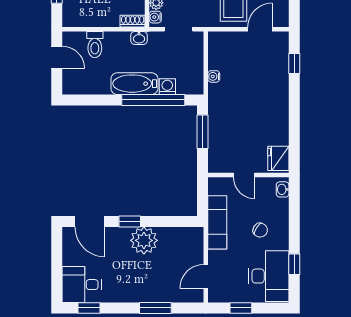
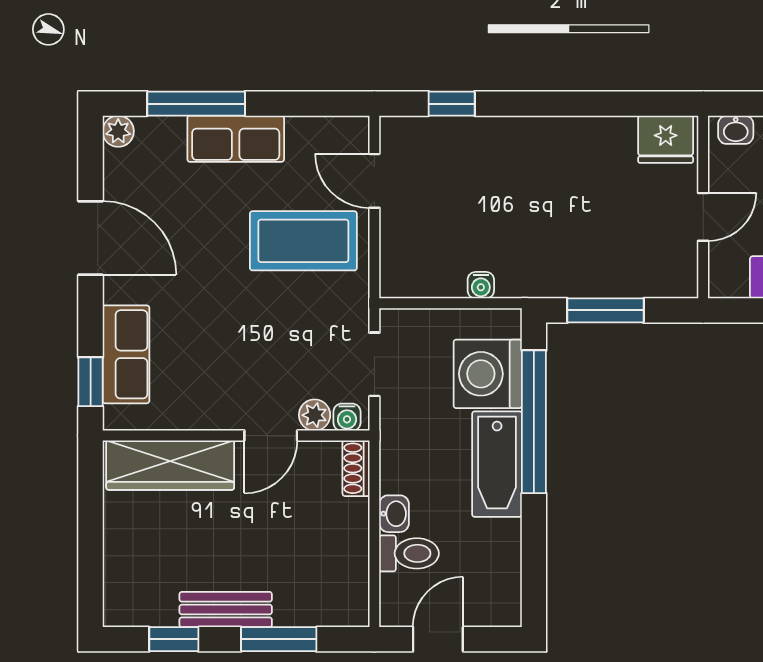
washbasin: (139, 38) -> (394, 514), moved
washing machine: (167, 87) -> (488, 374), width x1.89, depth x1.89

